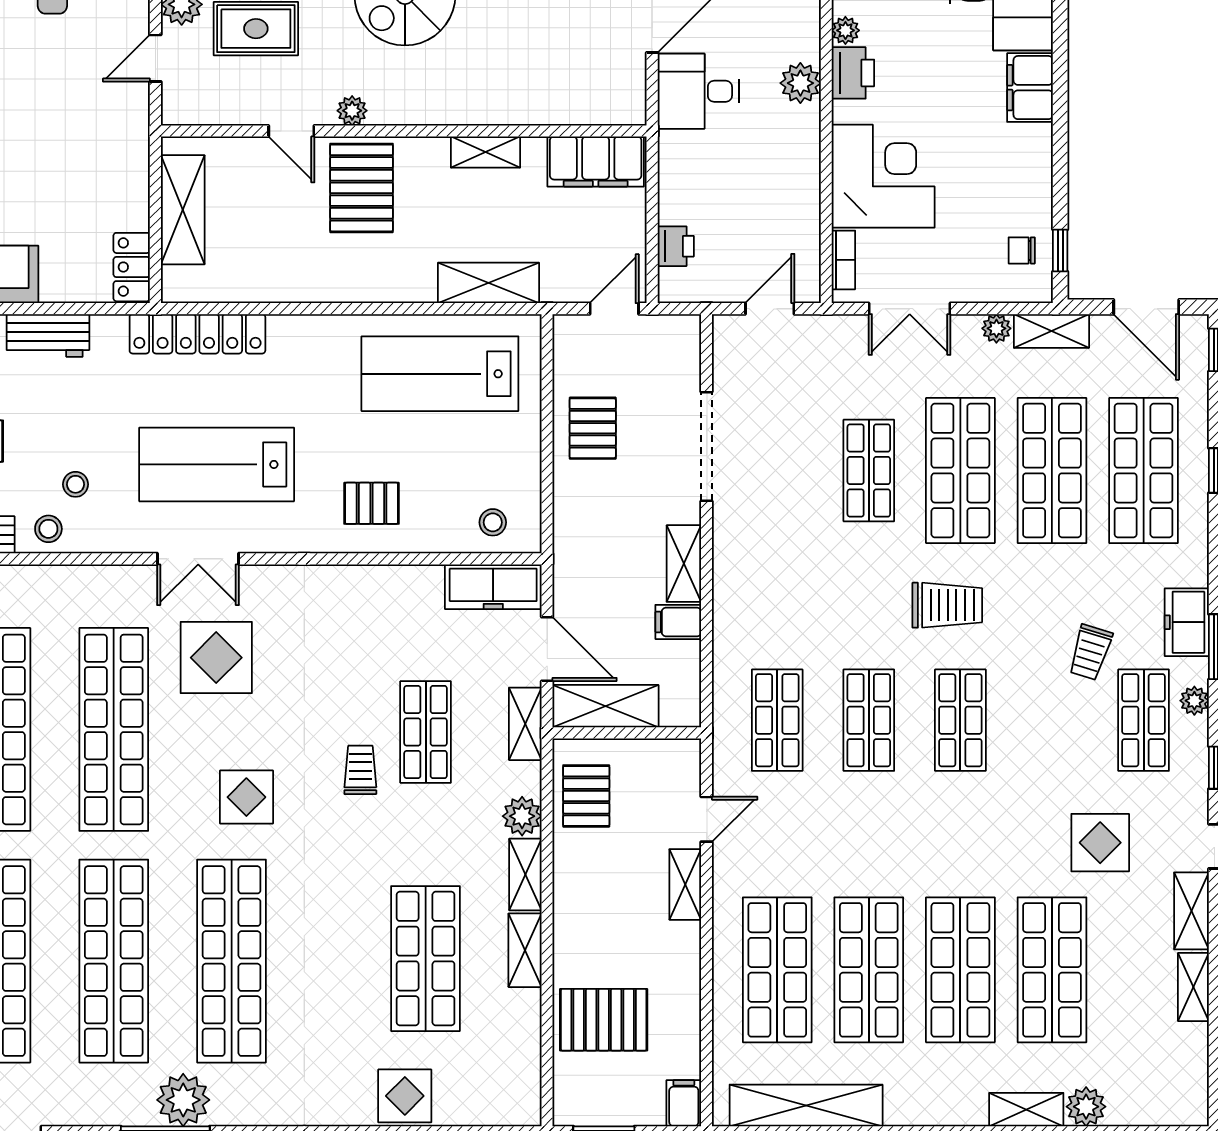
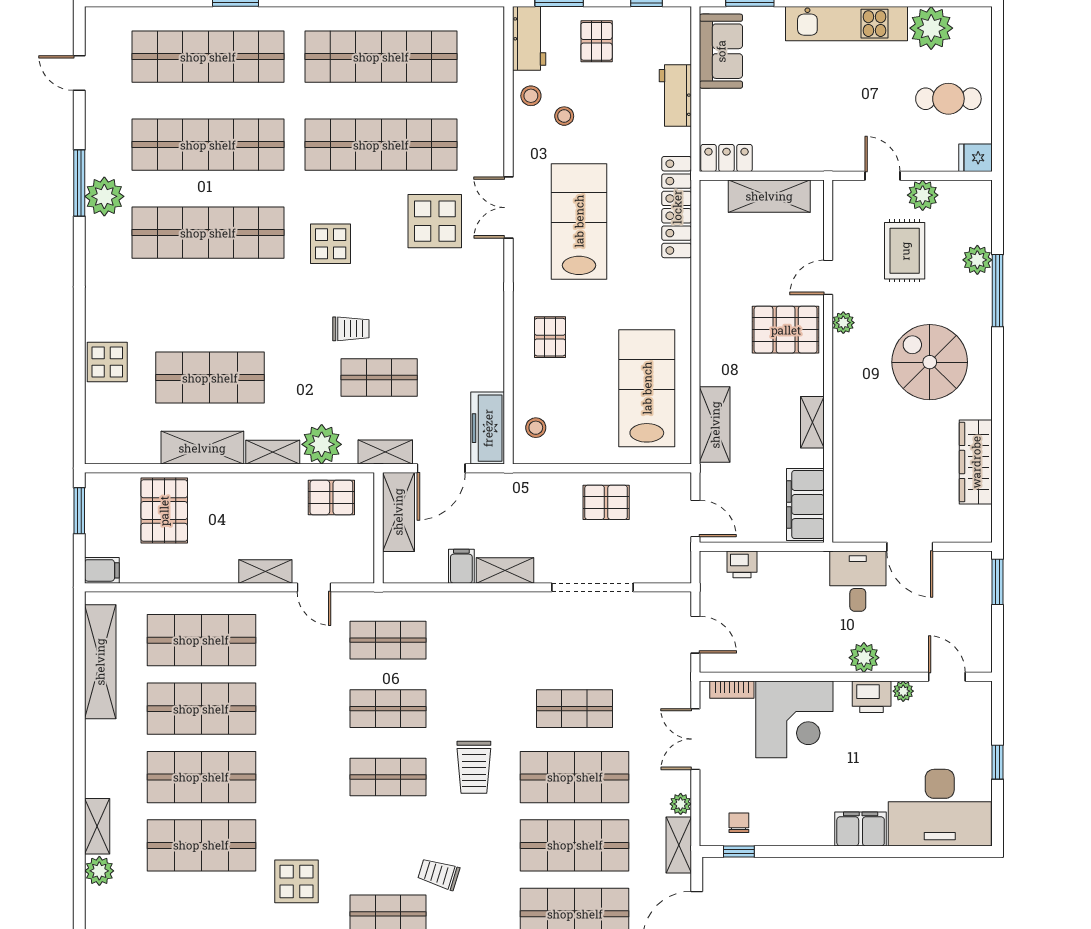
plant: (522, 816) -> (322, 444), width x1.36, depth x1.36
shelving: (525, 950) -> (202, 448), width x1.50, depth x1.33

